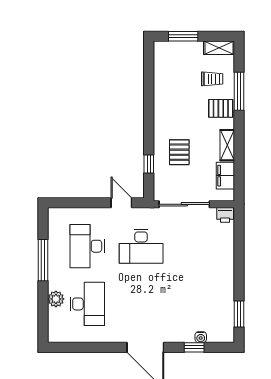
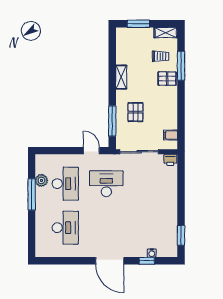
shelving: (227, 145) -> (121, 77), moved
window: (149, 164) -> (112, 121), width x2.17
filing cabinet: (225, 176) -> (171, 135), width x0.50
desk: (87, 246) -> (65, 184), turned 180
desk: (141, 246) -> (106, 184), turned 180
plant: (56, 299) -> (41, 180), moved

